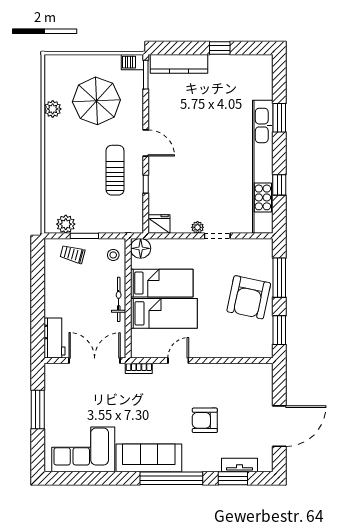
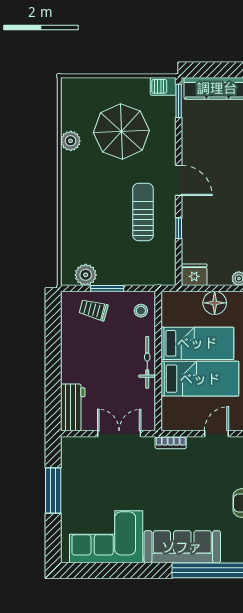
floor lamp: (141, 248) -> (215, 303), moved
double door: (95, 361) -> (119, 434), width x0.73

